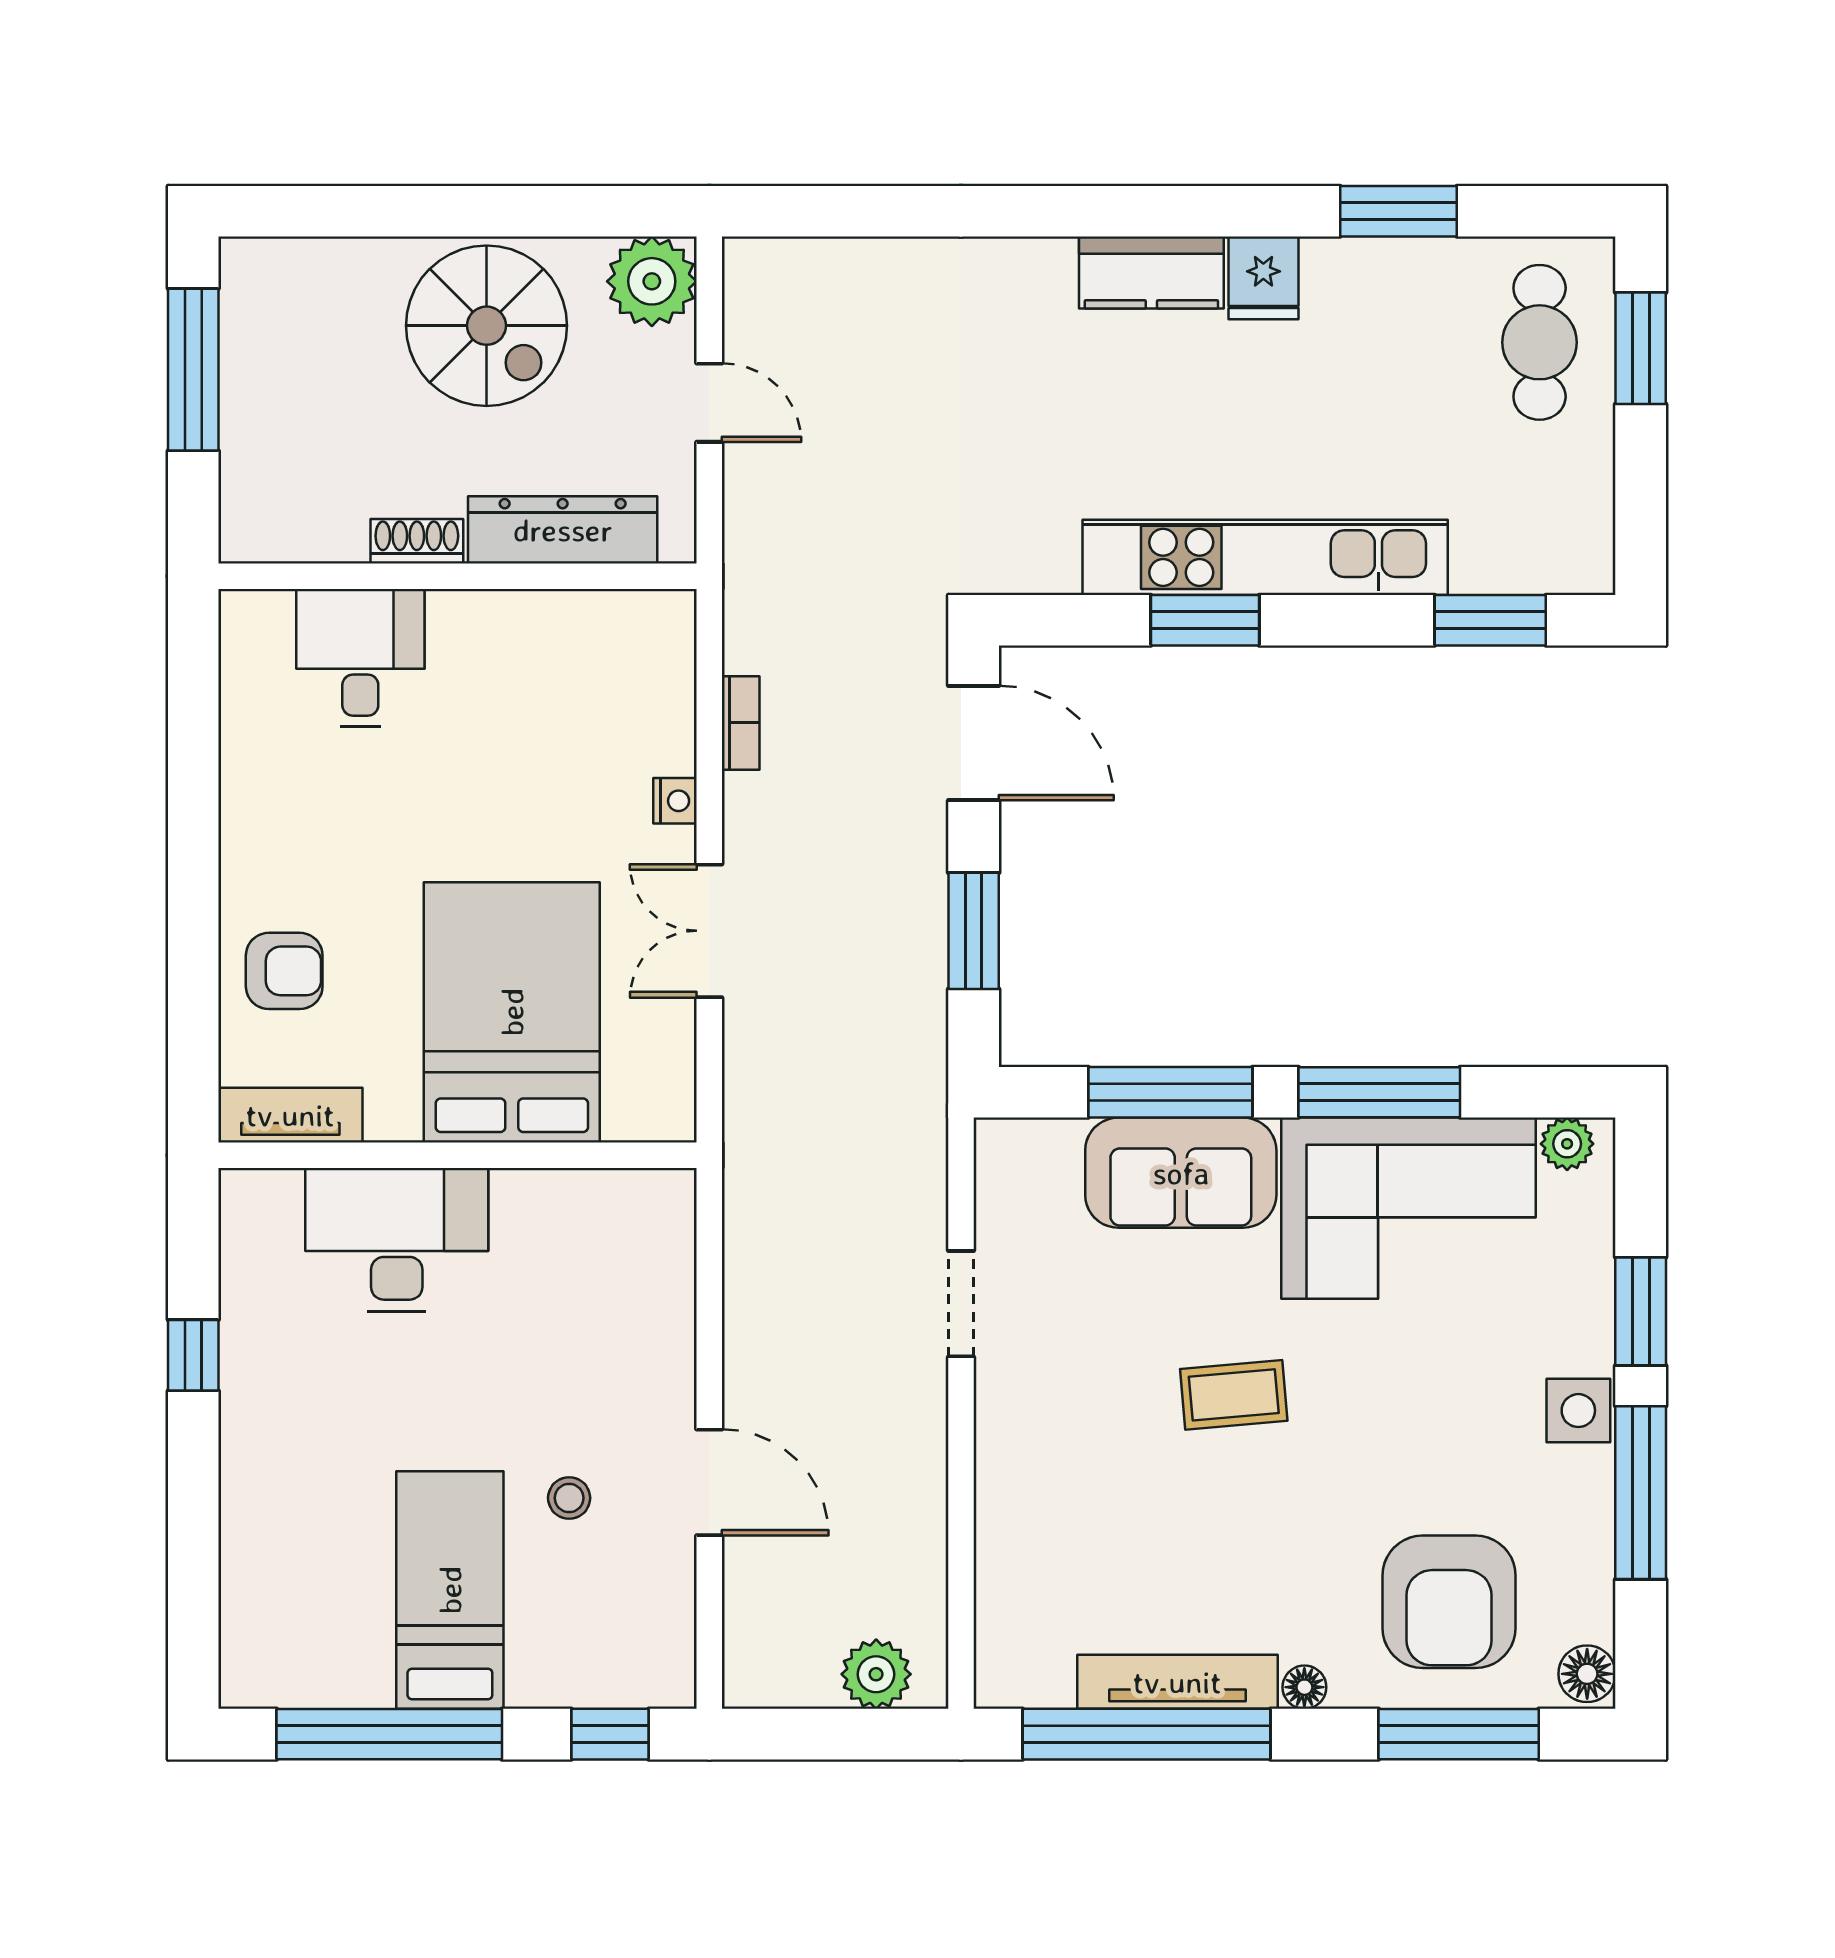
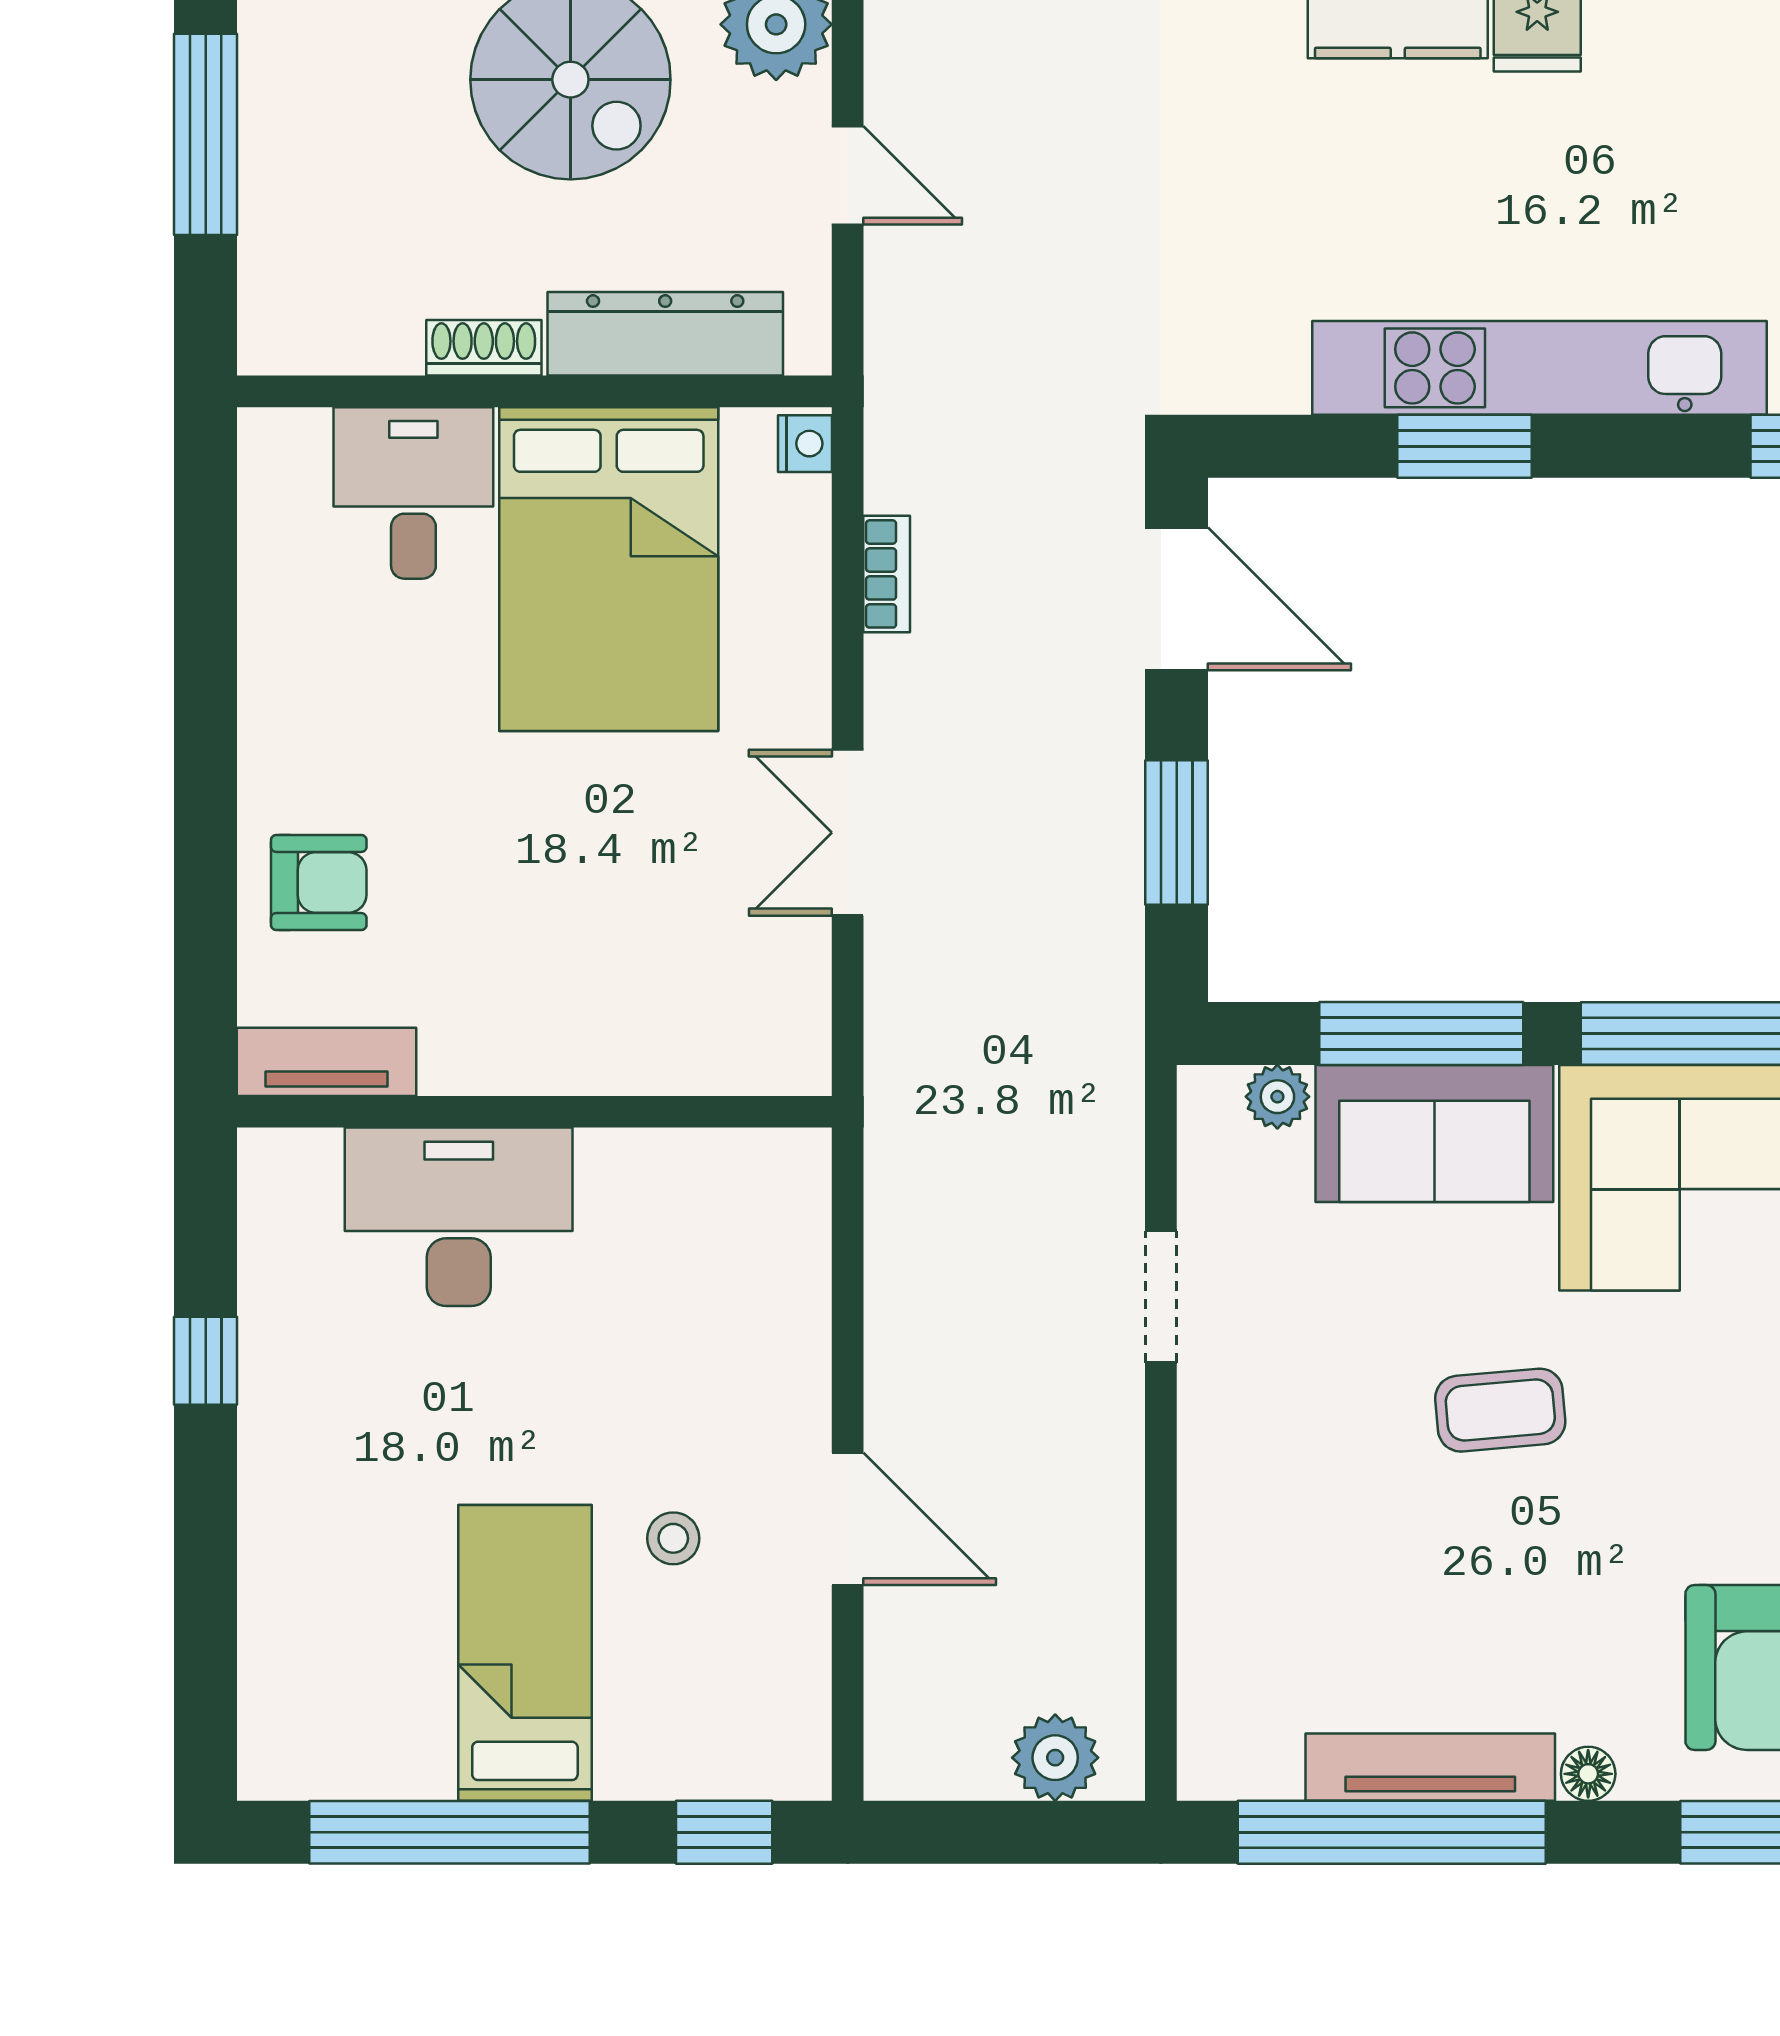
nightstand: (675, 801) -> (805, 444), moved
bed: (512, 1012) -> (609, 569), moved, turned 180
plant: (1055, 1143) -> (1277, 1097), added

